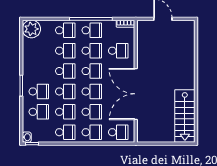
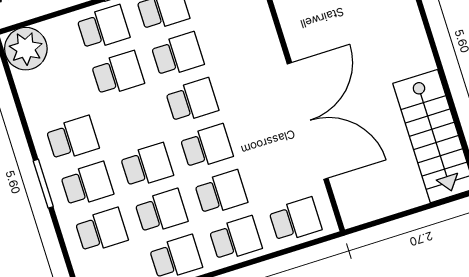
school desk: (118, 51) -> (237, 36), removed
school desk: (65, 71) -> (73, 138), moved
double door: (136, 94) -> (308, 121), swing flipped

